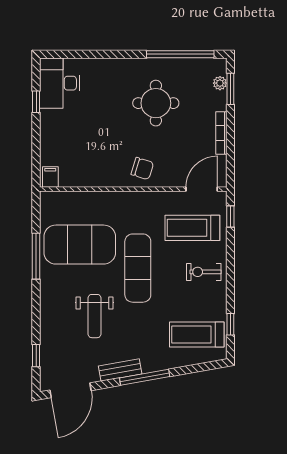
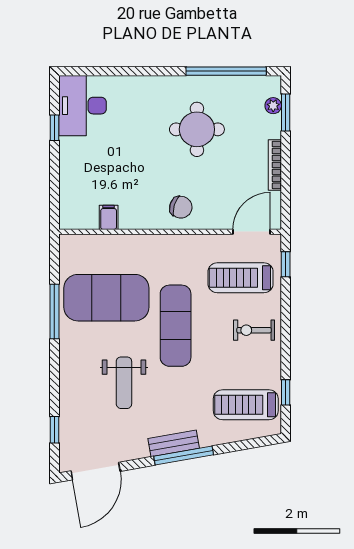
filing cabinet: (50, 177) -> (109, 217), moved
bench: (120, 370) -> (174, 443), moved

